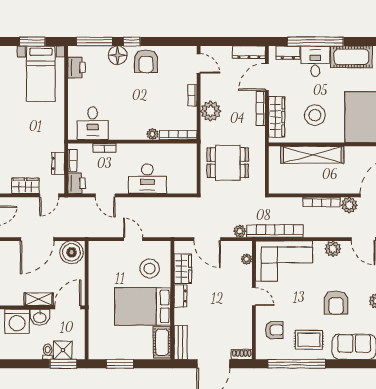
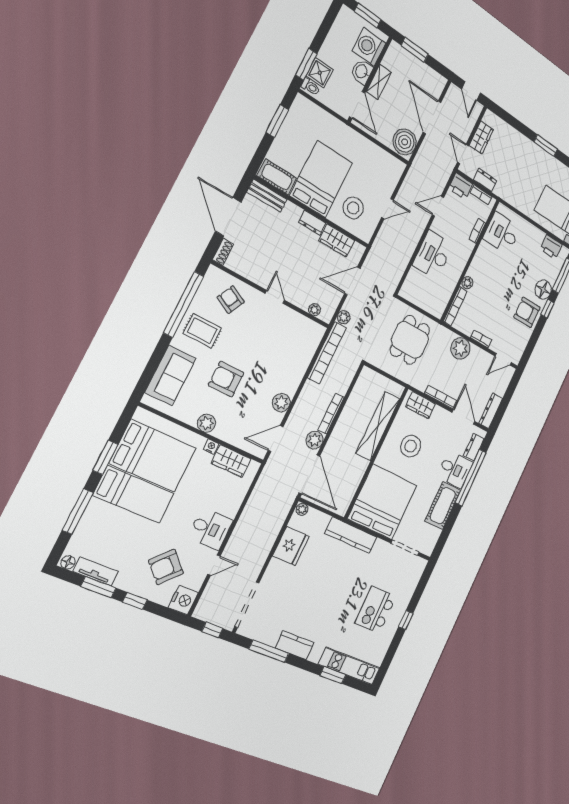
wardrobe: (277, 117) -> (421, 405), width x0.67
corner sofa: (284, 261) -> (294, 346), removed
door: (254, 297) -> (275, 297), swing flipped
armchair: (274, 330) -> (231, 300), turned 117
rug: (309, 340) -> (202, 331), turned 90
toilet: (48, 352) -> (311, 87), moved

